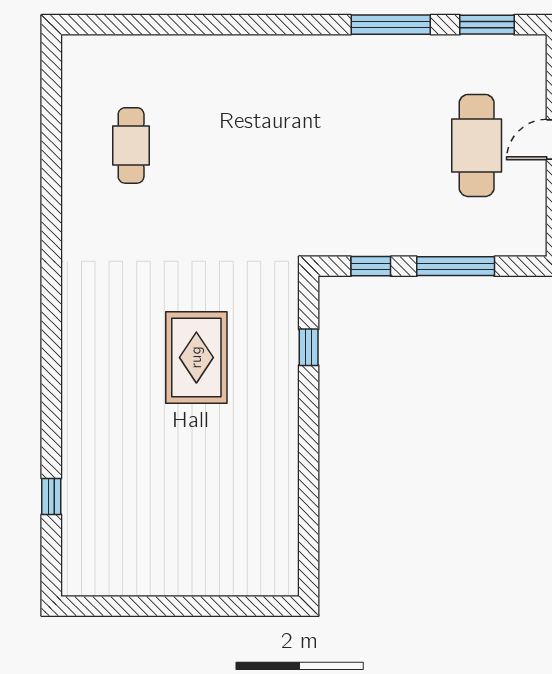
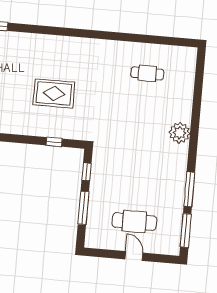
window: (487, 25) -> (186, 230), width x1.44
plant: (262, 59) -> (180, 133), added

